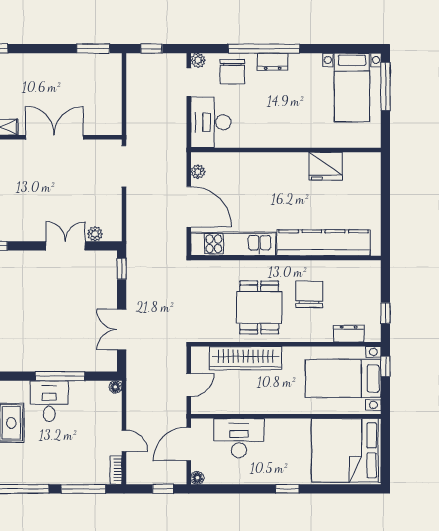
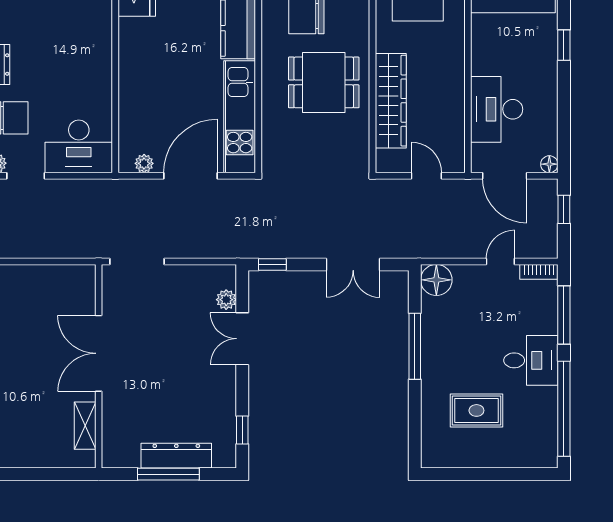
floor lamp: (116, 387) -> (436, 280), width x1.89, depth x1.89
desk: (49, 401) -> (531, 360), moved, turned 180

